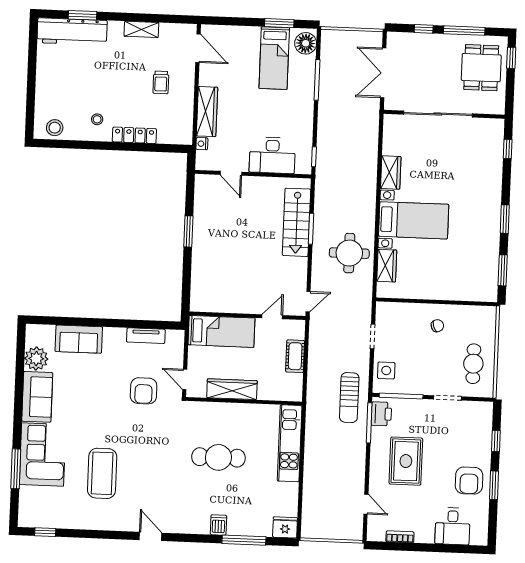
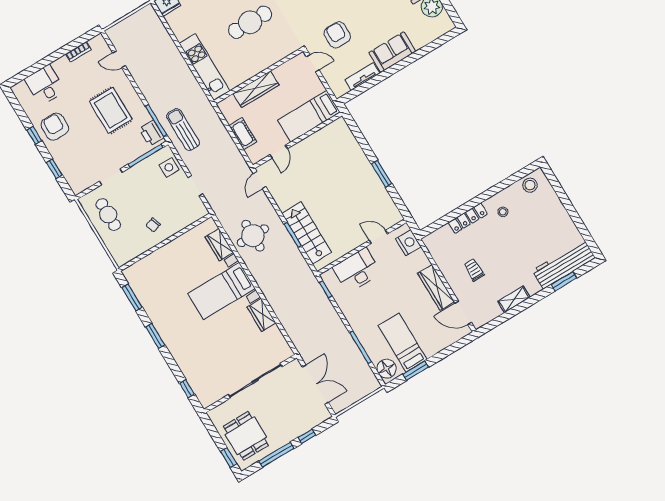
wardrobe: (207, 112) -> (436, 288), moved
nightstand: (202, 144) -> (408, 243), width x1.89, depth x1.79
sofa: (79, 339) -> (392, 52), moved
wardrobe: (232, 389) -> (256, 89), moved
window: (494, 485) -> (34, 135), width x0.67

